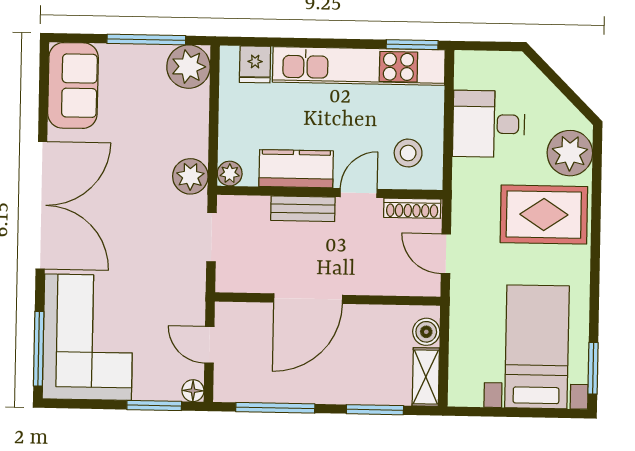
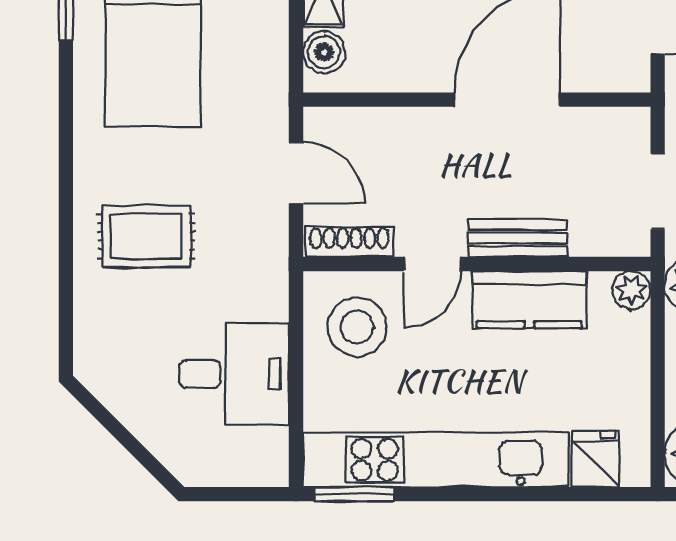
stool: (408, 153) -> (357, 327), width x1.38, depth x1.38
plant: (570, 153) -> (108, 332), removed
rug: (544, 215) -> (146, 236), width x0.73, depth x0.70

